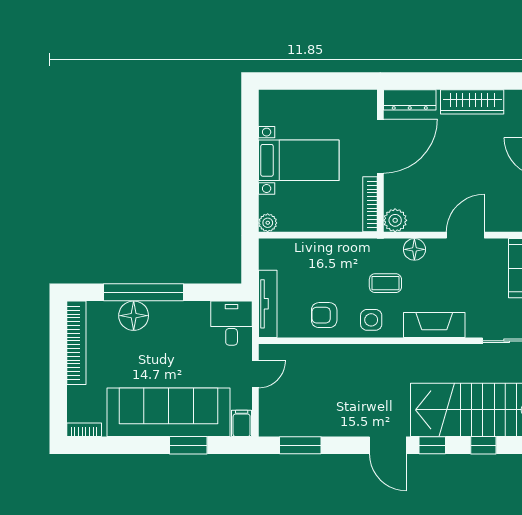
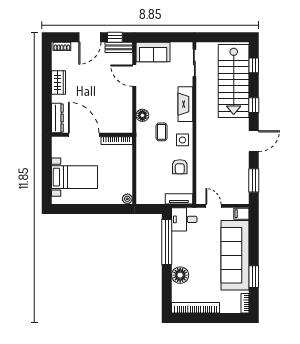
wardrobe: (472, 102) -> (59, 83), width x0.67
bed with nightstands: (299, 160) -> (74, 177), moved, turned 90
plant: (395, 220) -> (126, 126), removed
door: (465, 235) -> (134, 76), moved
window: (143, 292) -> (167, 242), moved
tv unit: (268, 304) -> (179, 199), width x0.71
window: (188, 445) -> (254, 277), moved
door: (388, 445) -> (254, 141), moved
window: (483, 445) -> (254, 65), moved

